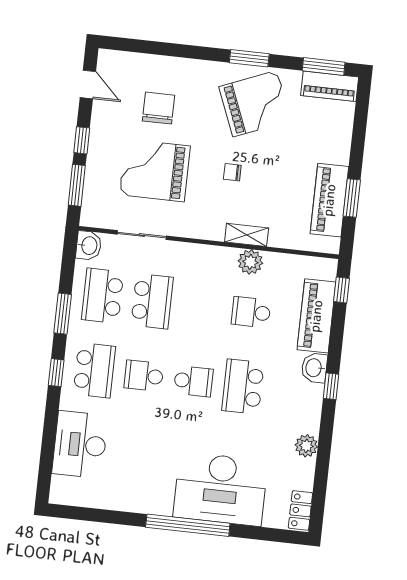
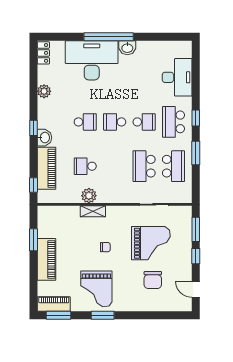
grand piano: (255, 104) -> (96, 289), turned -68
piano: (329, 200) -> (46, 259), moved
washbasin: (89, 246) -> (127, 48), moved, turned -90
school desk: (251, 312) -> (85, 166), turned 180
school desk: (243, 387) -> (85, 122), width x0.54

